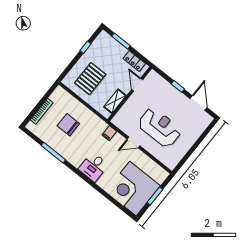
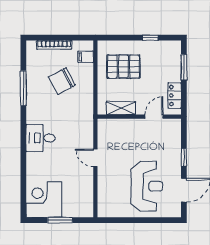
chair: (68, 125) -> (62, 81), turned -118
reception desk: (160, 127) -> (147, 186), moved
filing cabinet: (109, 133) -> (86, 57), moved
corner desk: (133, 189) -> (44, 200), width x0.74, depth x0.74

